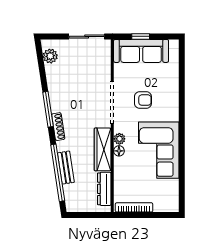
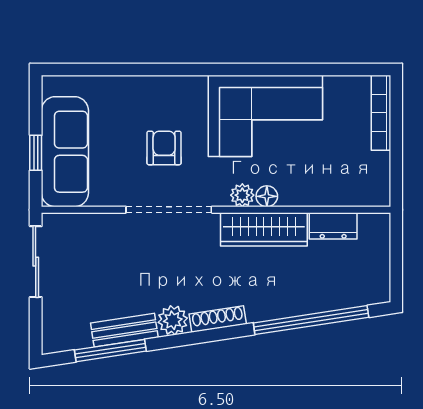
plant: (50, 56) -> (173, 320), moved
window: (48, 109) -> (110, 351), moved
bench: (66, 168) -> (124, 330), moved
dresser: (104, 189) -> (333, 226), width x0.70
bookcase: (134, 207) -> (381, 113), moved

